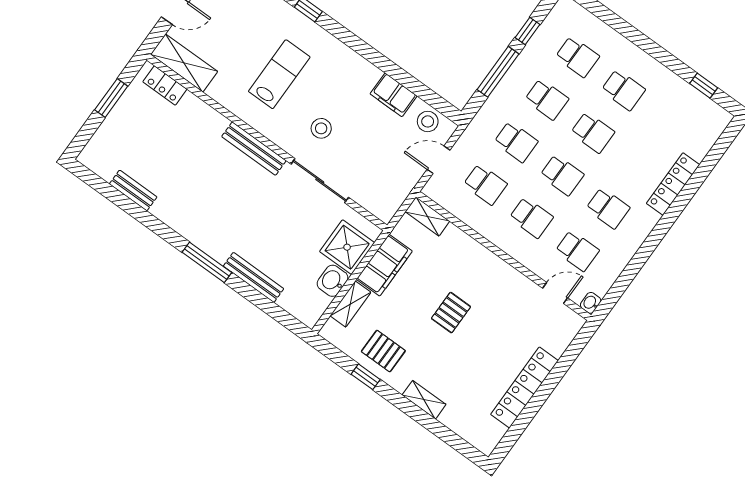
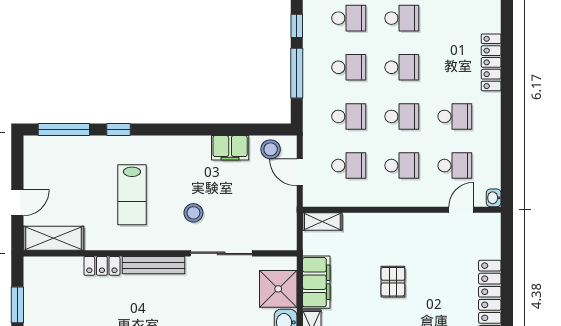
lab bench: (279, 74) -> (132, 195), turned 180
locker: (165, 85) -> (102, 266), moved
door: (438, 160) -> (300, 172), hinge flipped

